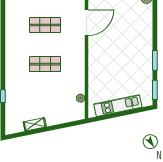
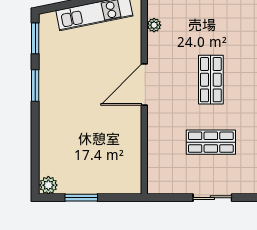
door: (87, 23) -> (144, 85), moved
shop shelf: (45, 64) -> (211, 80), turned 90

